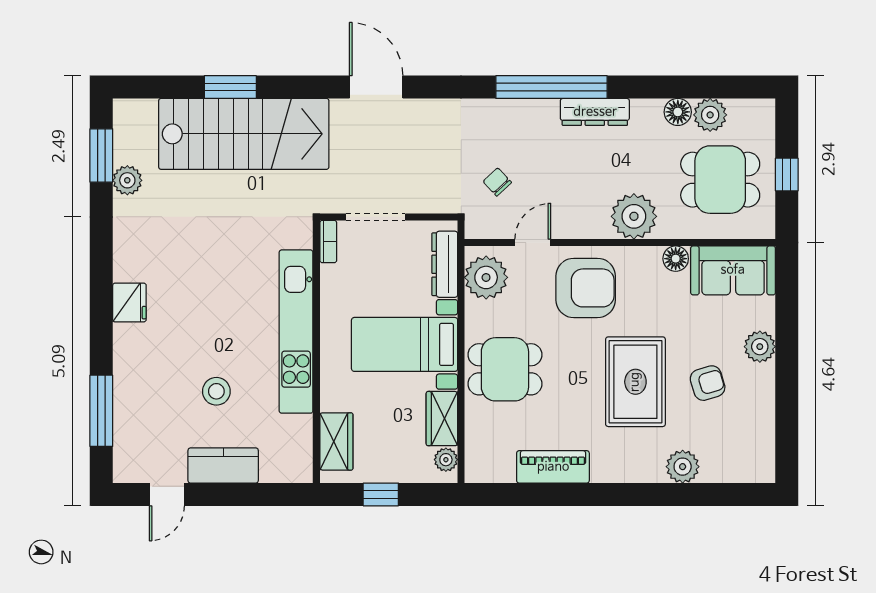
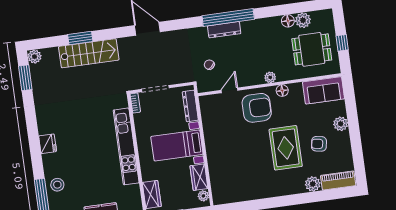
dresser: (595, 112) -> (224, 30), moved
stairs: (244, 134) -> (89, 53), width x0.73, depth x0.66
plant: (127, 180) -> (35, 57), moved
plant: (634, 216) -> (270, 77), width x0.53, depth x0.53
floor lamp: (676, 259) -> (282, 91), moved
plant: (486, 277) -> (210, 109), removed
dining table: (505, 369) -> (225, 150), removed
armchair: (708, 383) -> (319, 144), turned -153
stool: (216, 391) -> (57, 185), moved
piano: (553, 467) -> (338, 181), moved

